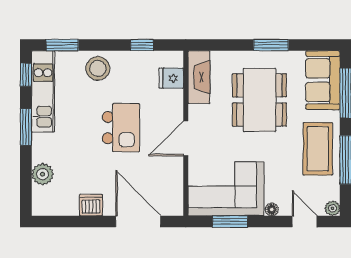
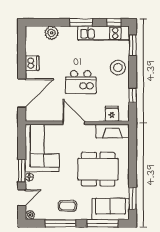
window: (271, 45) -> (133, 198), moved
coffee table: (318, 149) -> (67, 206), width x0.54, depth x0.58
window: (230, 221) -> (22, 171), moved

